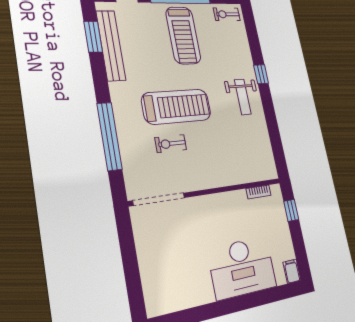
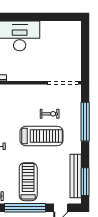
window: (93, 37) -> (85, 182), width x1.44
treadmill: (177, 107) -> (42, 136), turned 180

